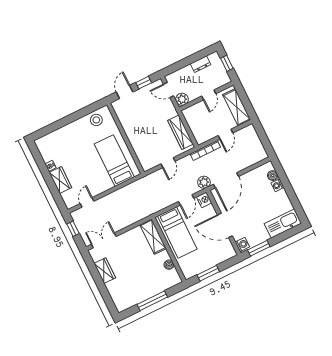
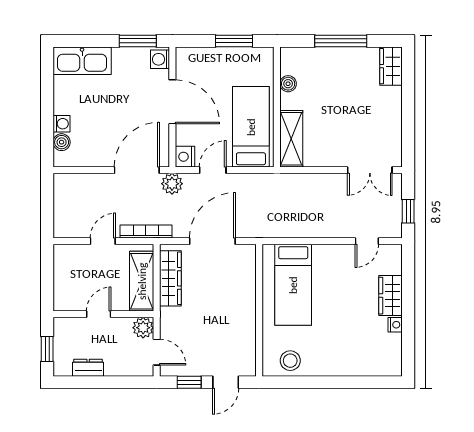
shelving: (237, 107) -> (142, 281), moved
door: (168, 163) -> (212, 241), width x1.87
wardrobe: (105, 271) -> (391, 66), moved

